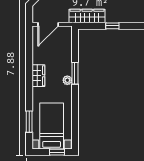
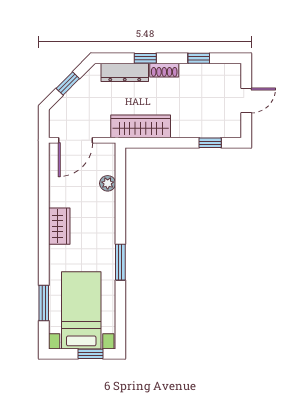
window: (112, 26) -> (210, 143), moved
window: (75, 73) -> (120, 262), moved
plant: (67, 80) -> (108, 183), moved

